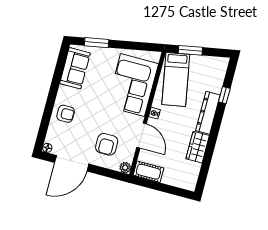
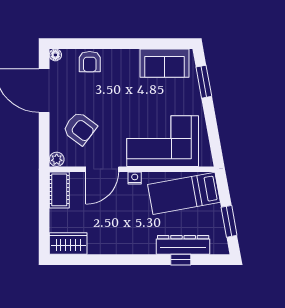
window: (190, 50) -> (229, 221), moved
dresser: (208, 113) -> (183, 245), moved
armchair: (66, 114) -> (90, 62), moved
armchair: (107, 144) -> (80, 128), turned -143
wardrobe: (198, 147) -> (68, 243), moved

